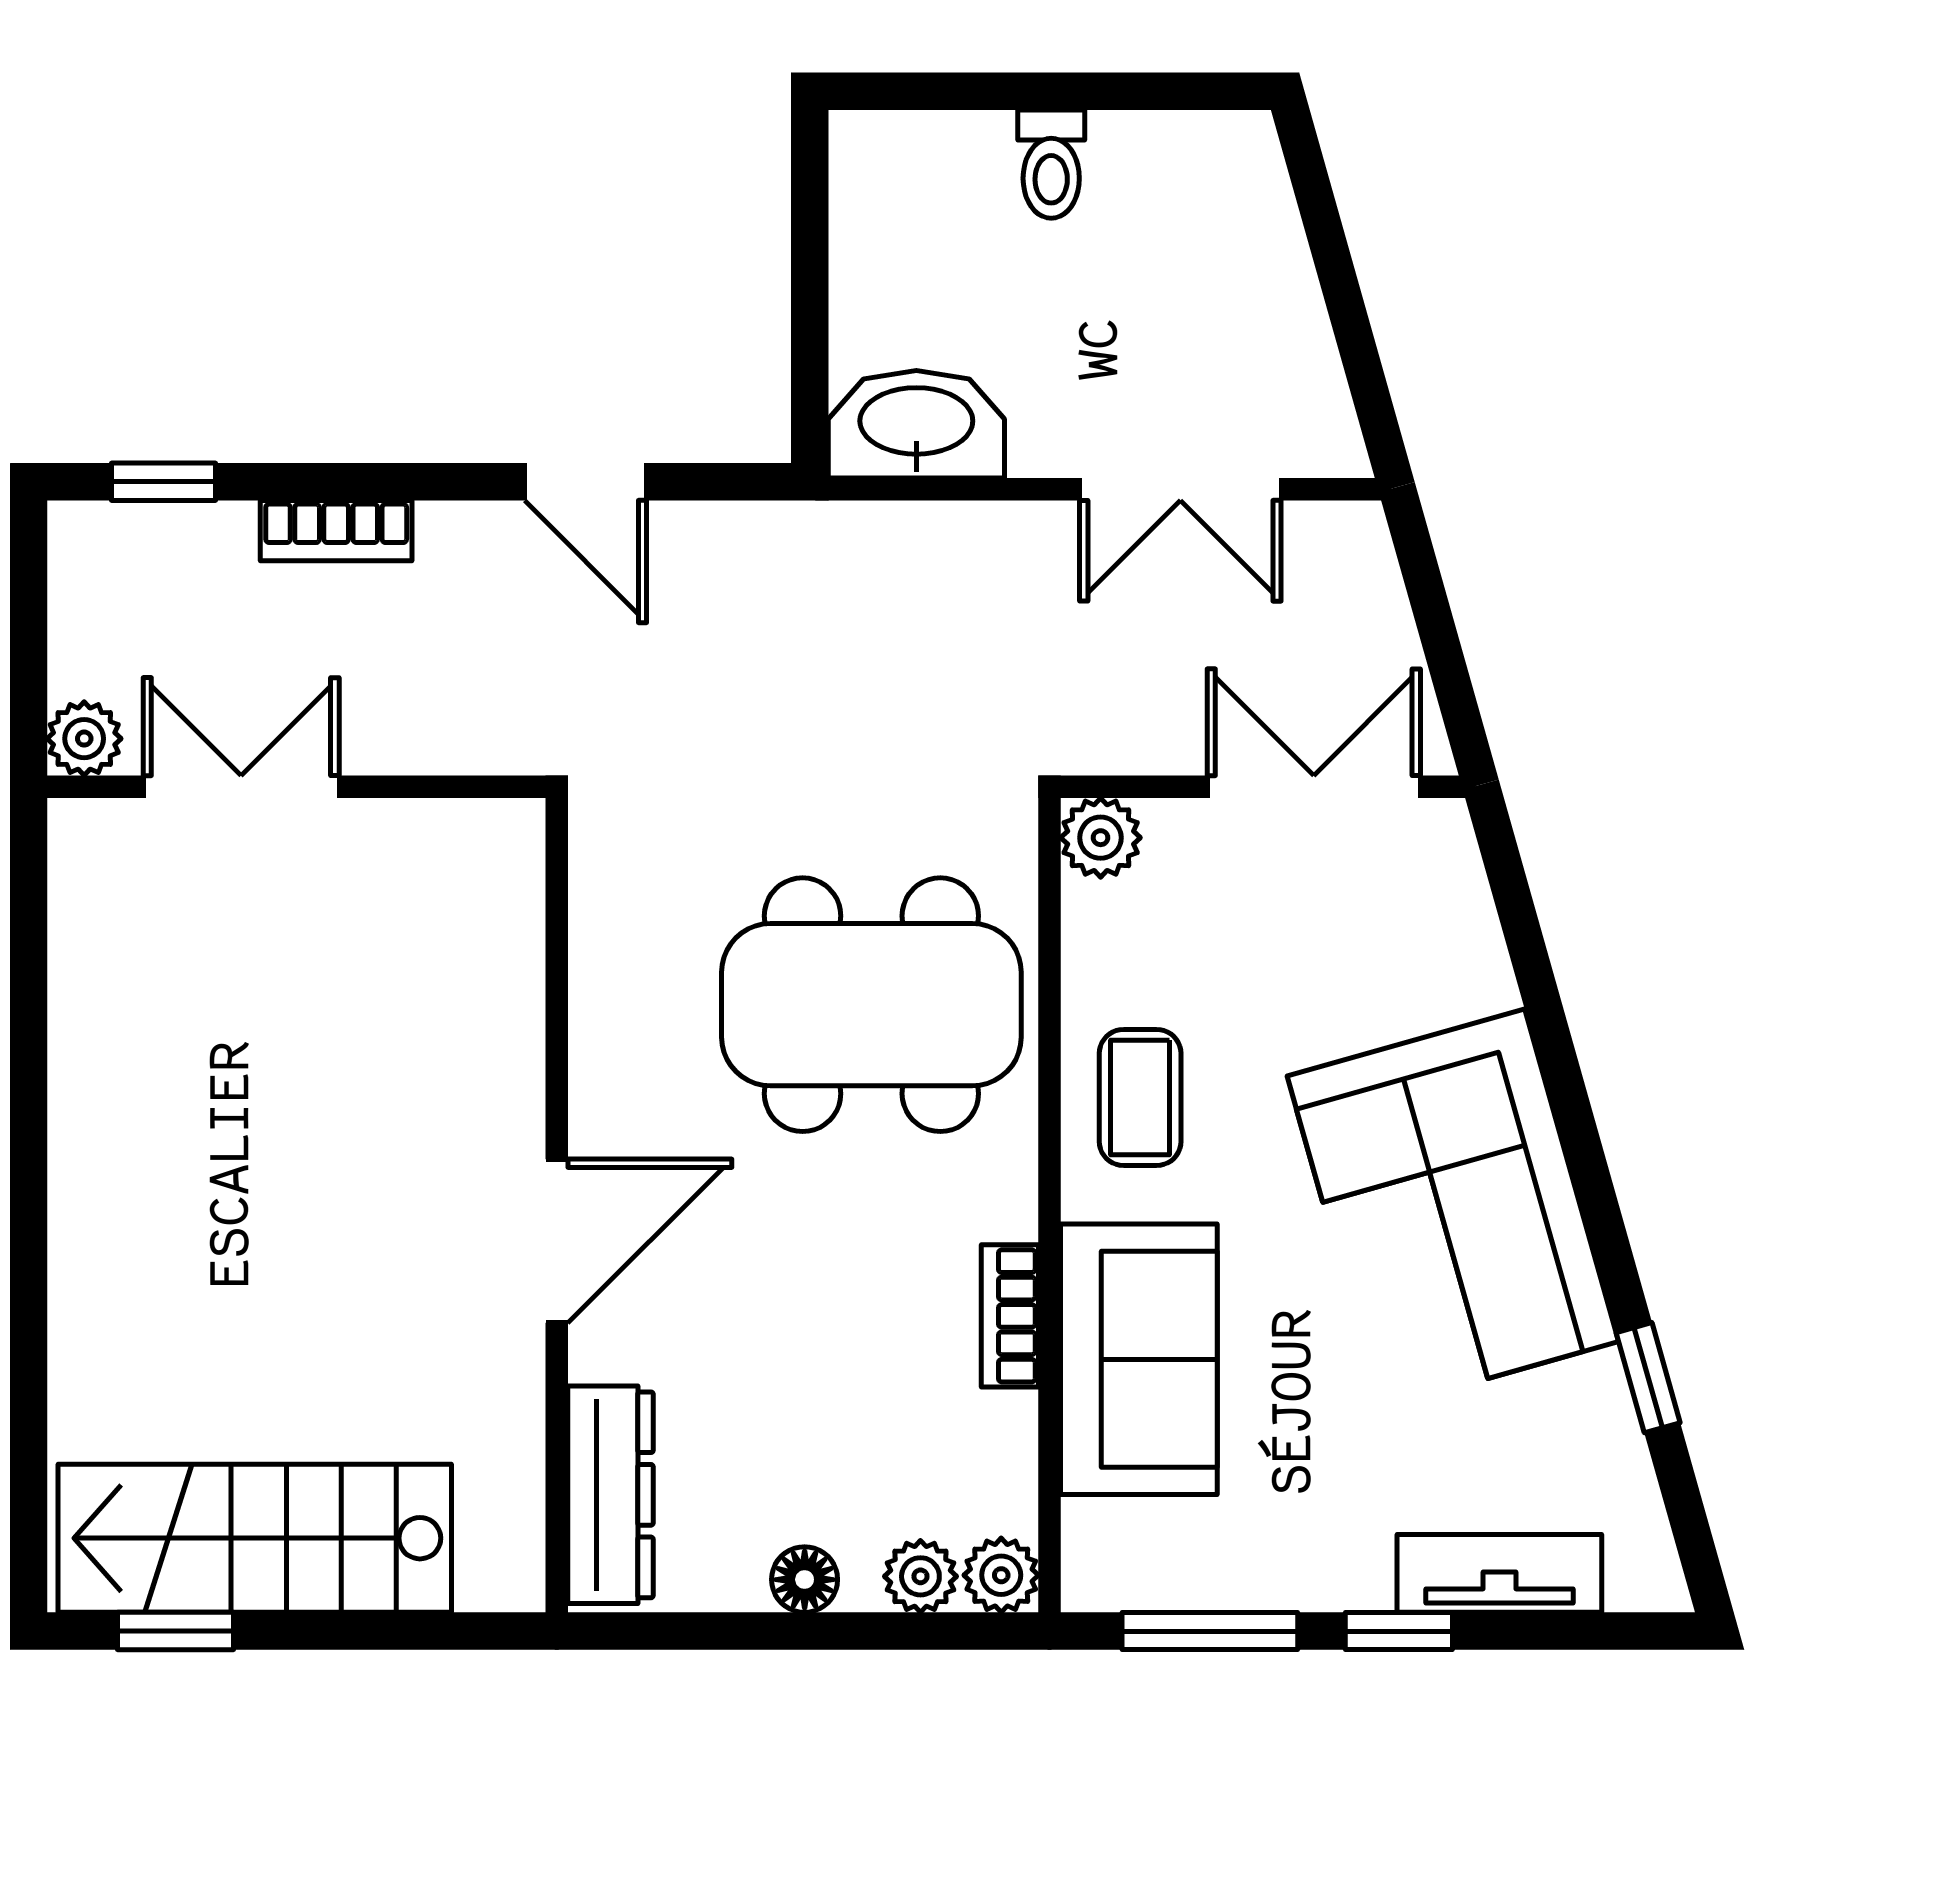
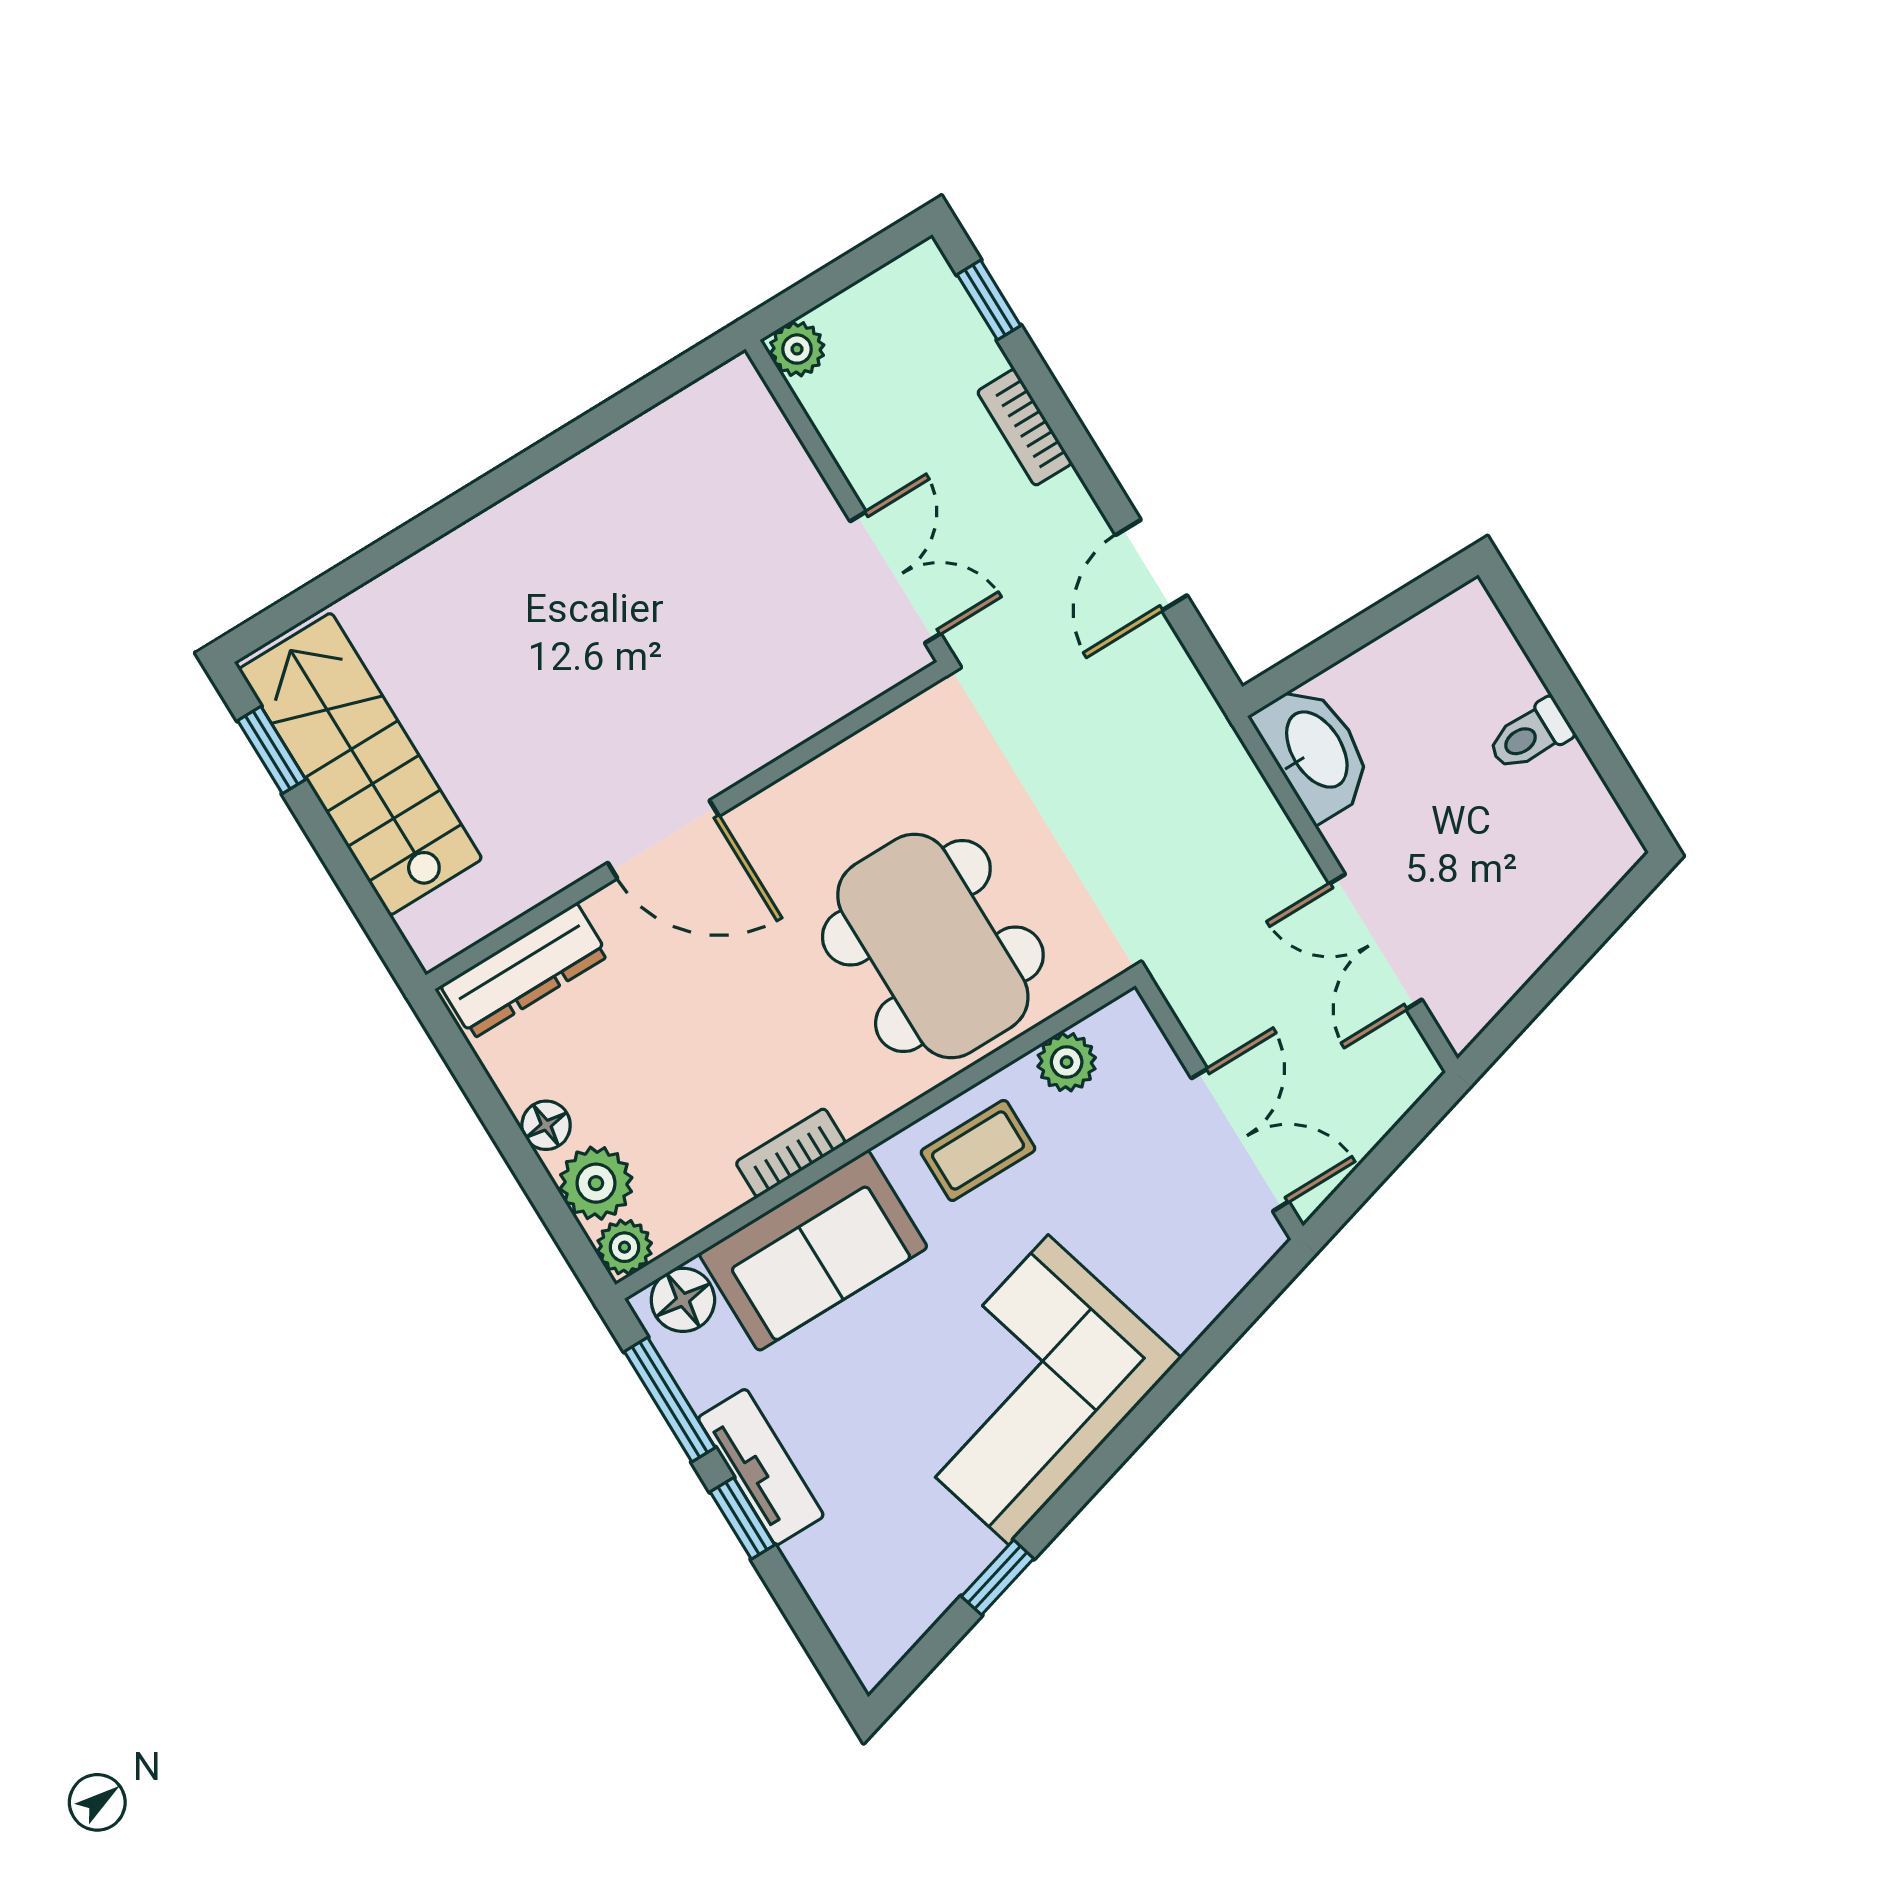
double door: (241, 787) -> (895, 577), moved
plant: (1101, 838) -> (1067, 1062), moved
floor lamp: (1104, 1545) -> (683, 1300), added
tv unit: (1499, 1573) -> (761, 1467), moved
plant: (920, 1576) -> (596, 1183), width x1.38, depth x1.38

